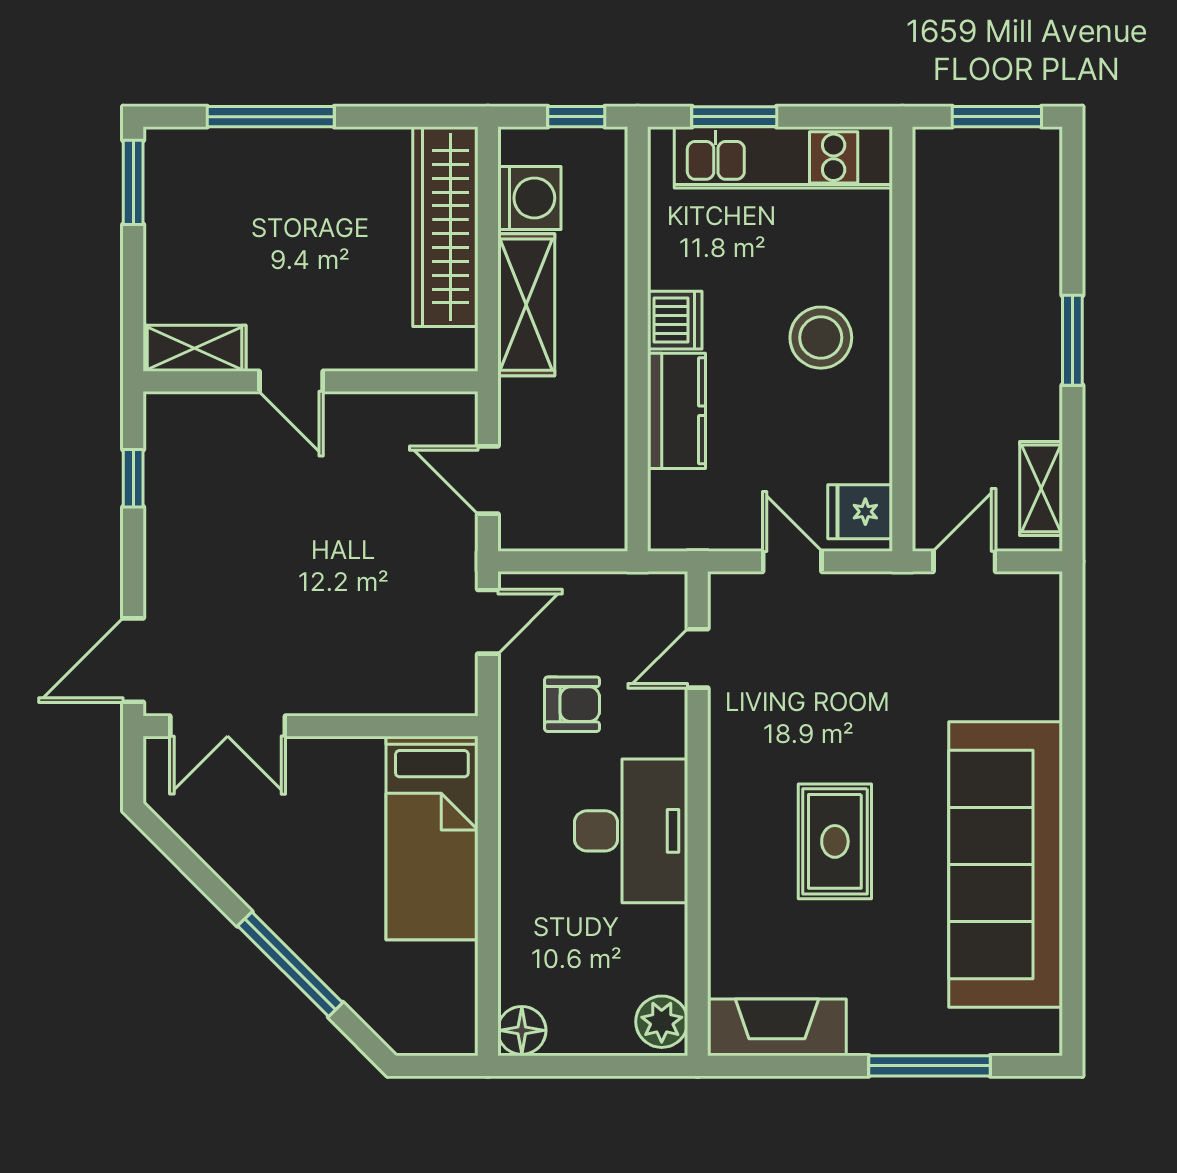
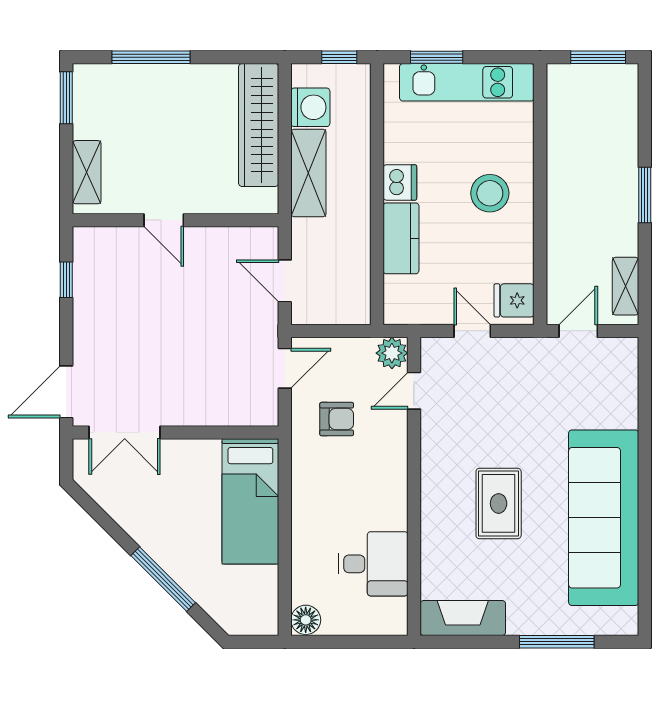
shelving: (194, 348) -> (87, 172), moved, turned 90
desk: (631, 831) -> (373, 564), moved, width x0.73
plant: (662, 1022) -> (392, 353), moved

